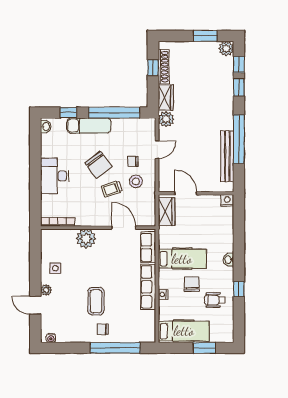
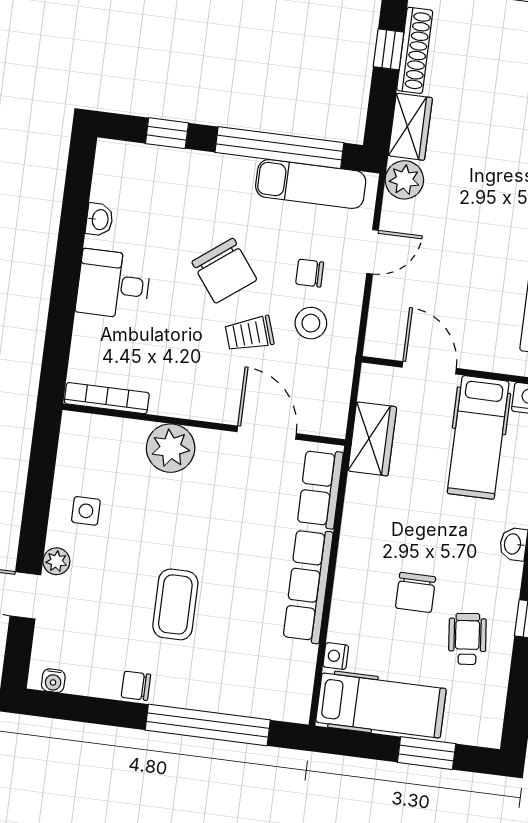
exam couch: (89, 126) -> (311, 184), moved
washbasin: (46, 127) -> (99, 220), moved
desk: (55, 176) -> (113, 284), width x0.73
wardrobe: (166, 212) -> (372, 439), moved
hospital bed: (182, 259) -> (478, 437), moved, turned 90
chair: (192, 284) -> (416, 592), turned 180
nightstand: (163, 294) -> (336, 656), moved
wheelchair: (215, 300) -> (467, 639), turned 84
chair: (103, 329) -> (136, 686), moved

